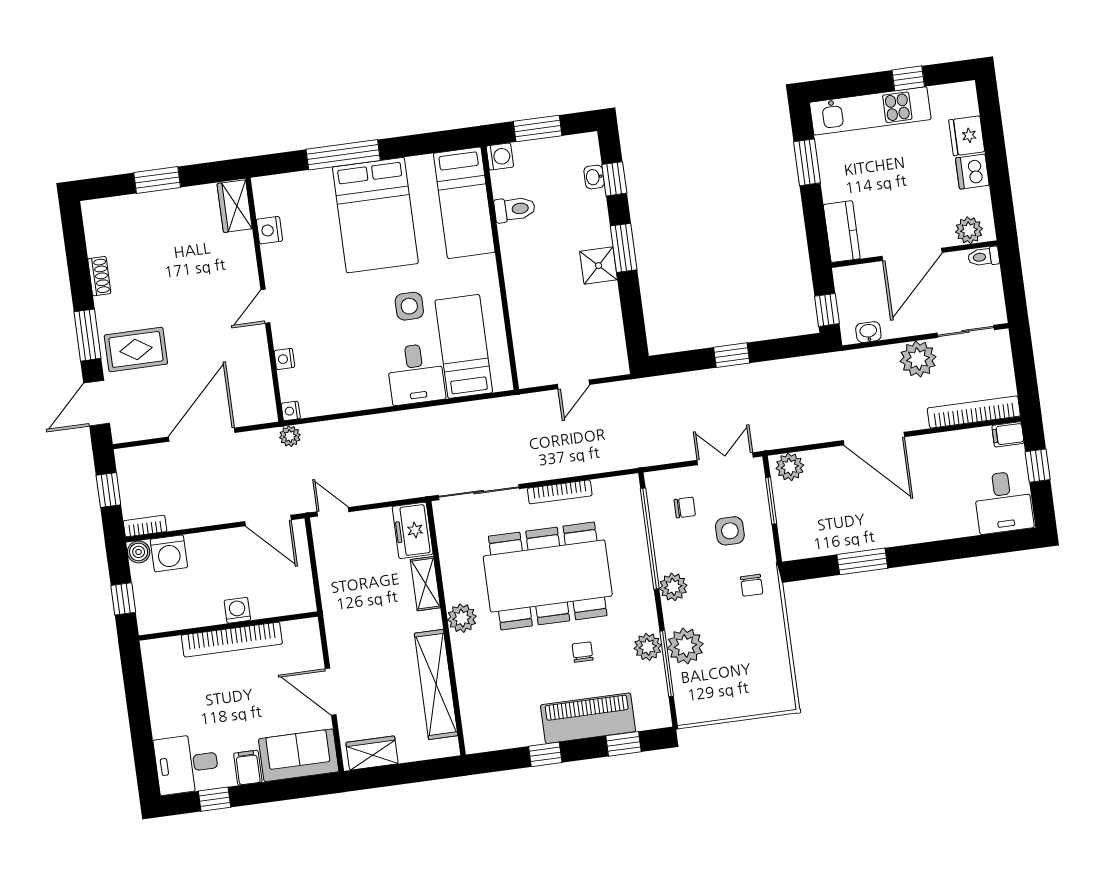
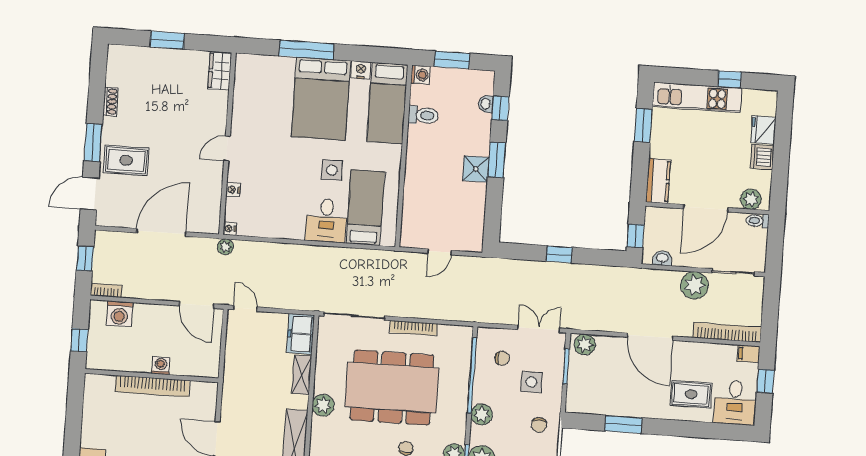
nightstand: (269, 230) -> (361, 70), moved, turned 90
rug: (943, 503) -> (691, 394), added
boiler: (139, 552) -> (98, 308), removed

